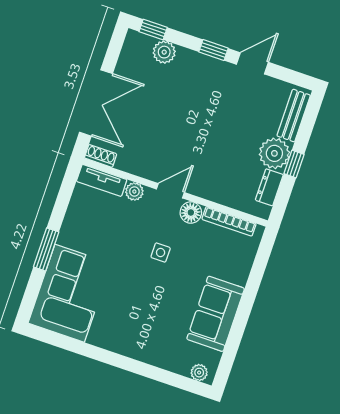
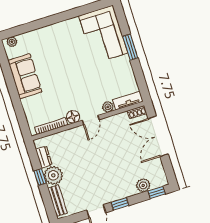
side table: (161, 253) -> (73, 86), removed

